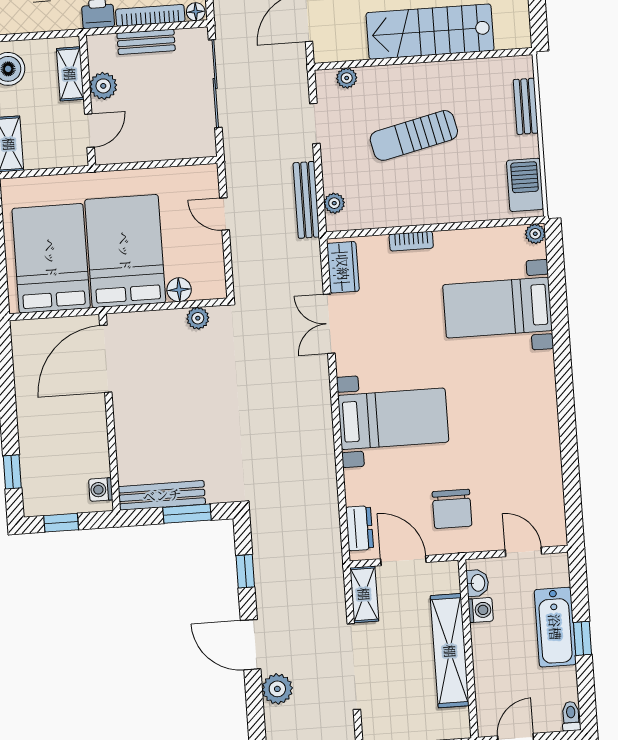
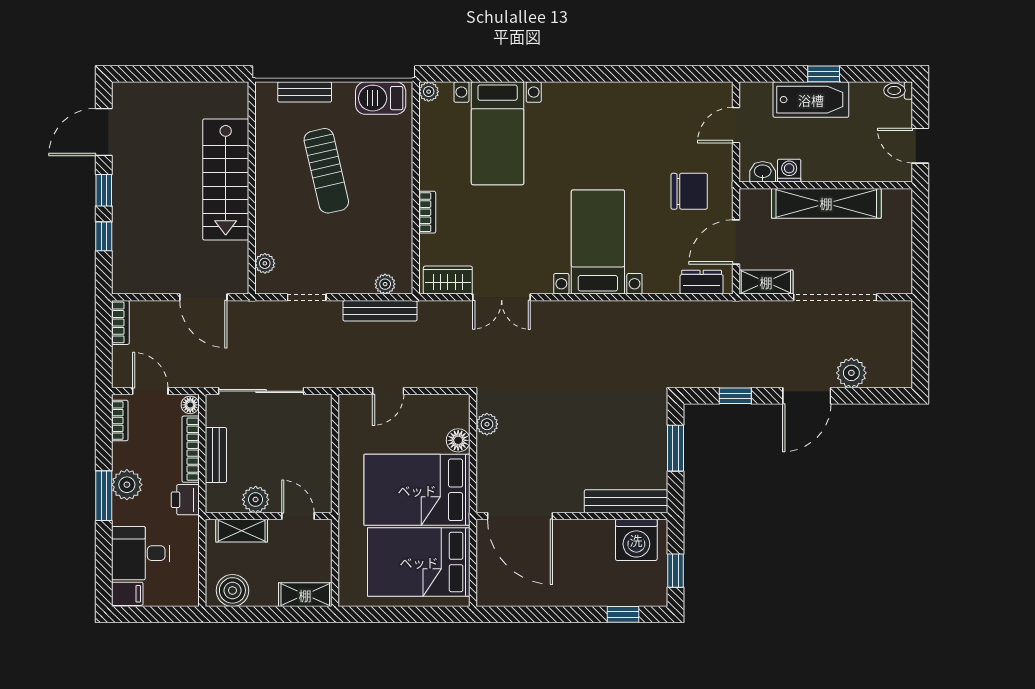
sun lounger: (414, 135) -> (326, 171), moved
washing machine: (101, 490) -> (636, 540), width x1.89, depth x1.89
bench: (162, 495) -> (626, 501), moved, turned 90

